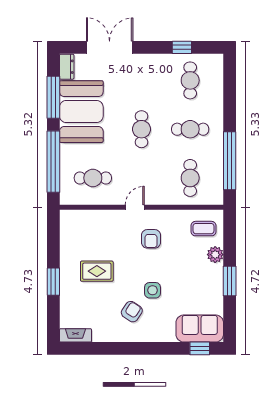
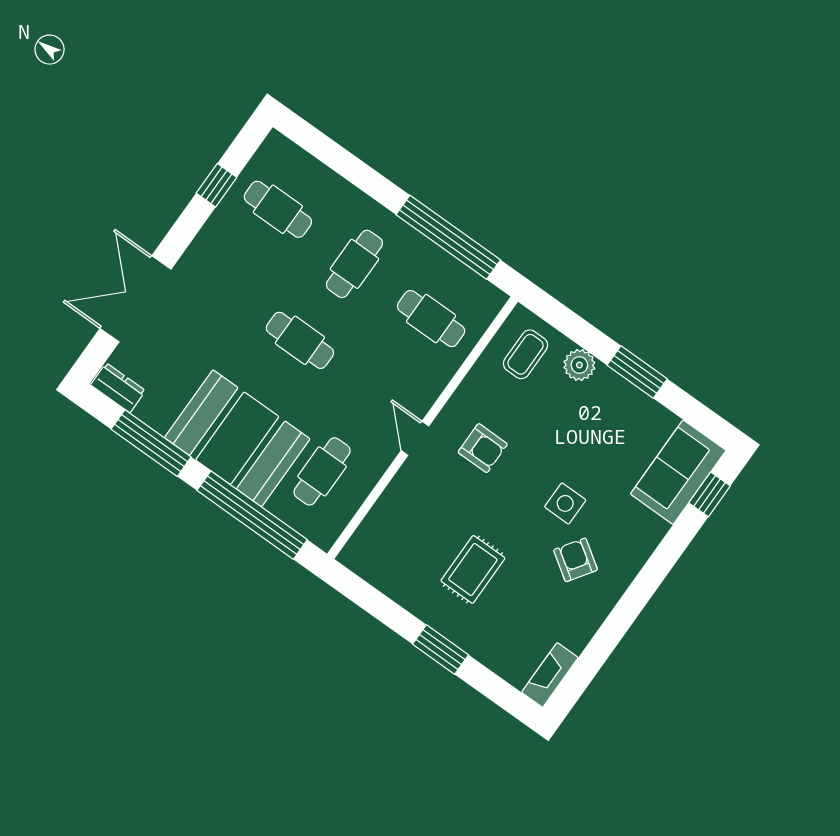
booth: (81, 112) -> (237, 438), moved

